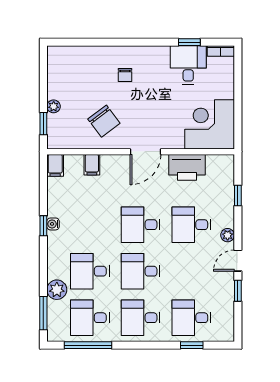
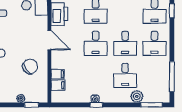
filing cabinet: (55, 165) -> (58, 85), moved
desk: (90, 318) -> (155, 75), removed

